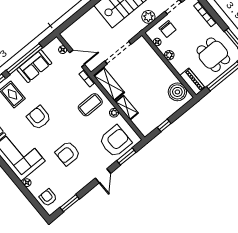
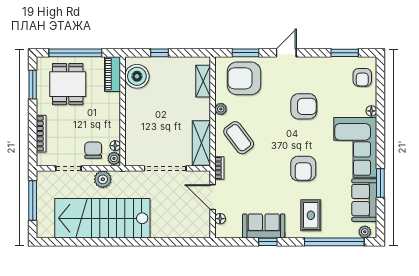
plant: (169, 55) -> (114, 158), moved
window: (24, 59) -> (268, 242), width x0.32
coffee table: (90, 105) -> (239, 138), turned 53
shelving: (127, 108) -> (203, 81), moved
window: (164, 125) -> (160, 53), moved

